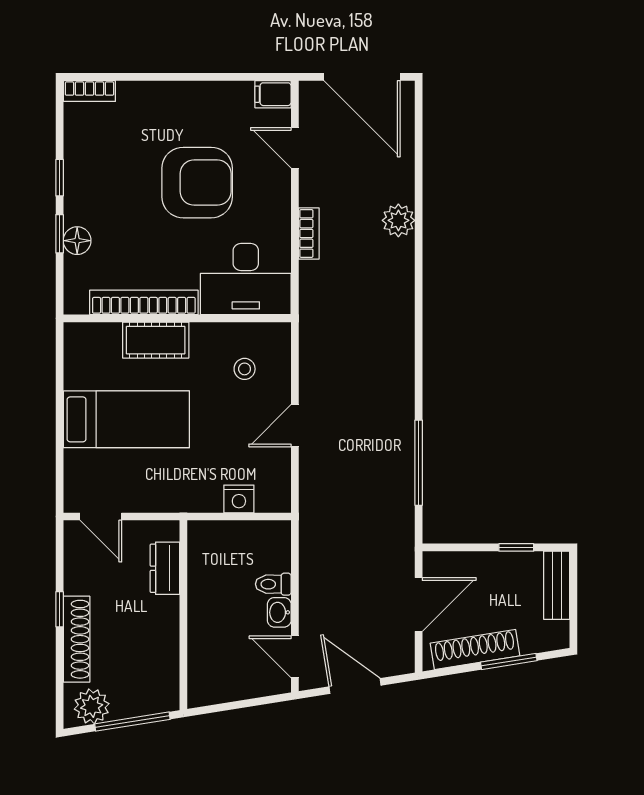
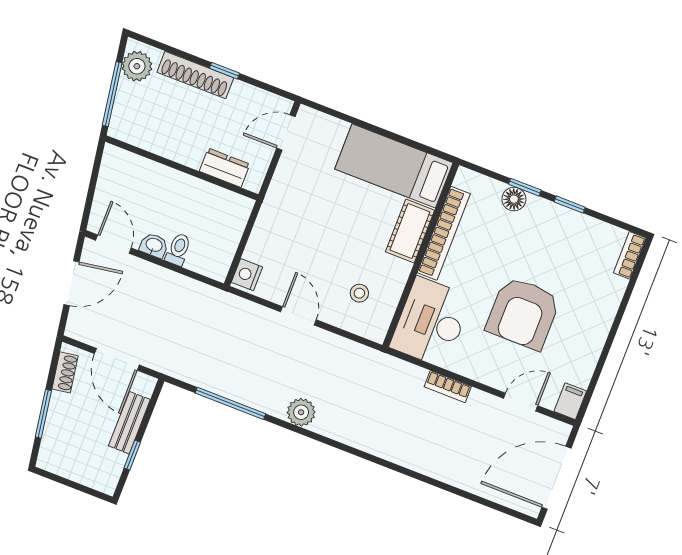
plant: (398, 220) -> (301, 412), moved
bed: (126, 419) -> (394, 166), moved, turned 90
nightstand: (239, 499) -> (247, 275), moved
bench: (557, 585) -> (129, 423), moved, turned 90
shoe rack: (475, 650) -> (65, 372), width x0.51, depth x0.81
door: (295, 657) -> (113, 244), hinge flipped

